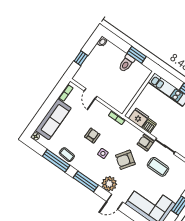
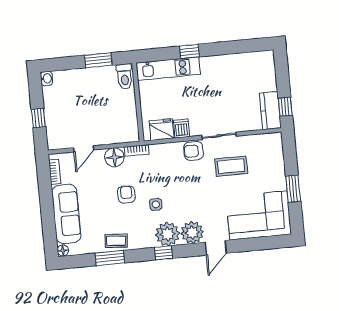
toilet: (127, 63) -> (125, 76), moved
door: (90, 94) -> (84, 149), hinge flipped
floor lamp: (102, 111) -> (114, 157), added
armchair: (125, 160) -> (187, 190), removed
window: (56, 161) -> (110, 258), width x0.69
plant: (96, 174) -> (168, 234), added
window: (86, 182) -> (164, 253), width x0.46

